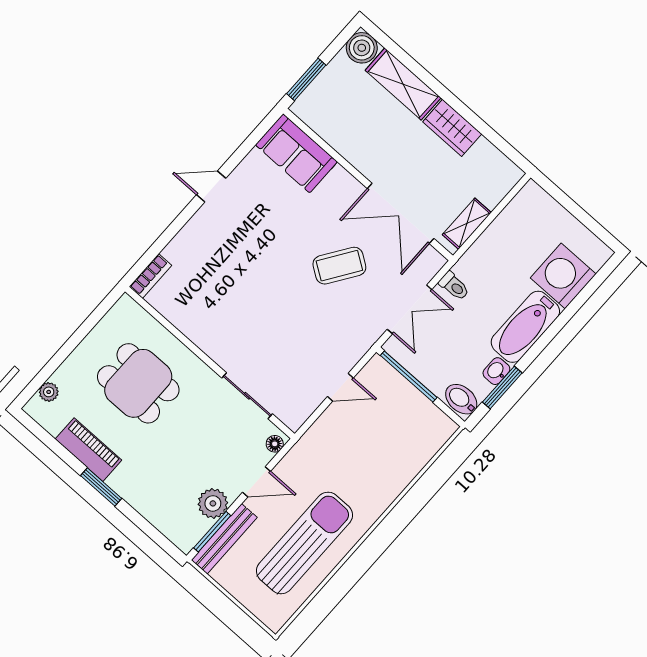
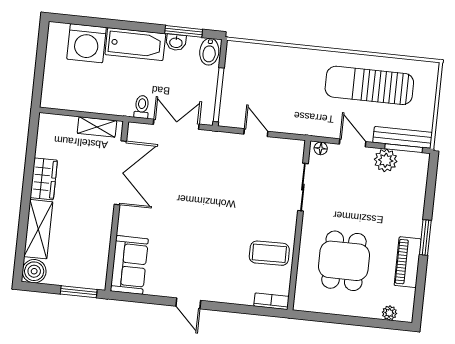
coffee table: (339, 266) -> (269, 253), moved, turned -35

